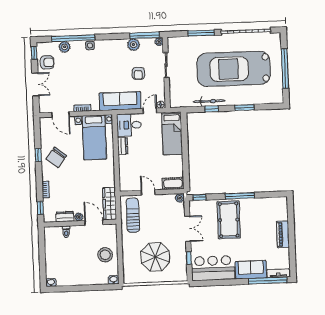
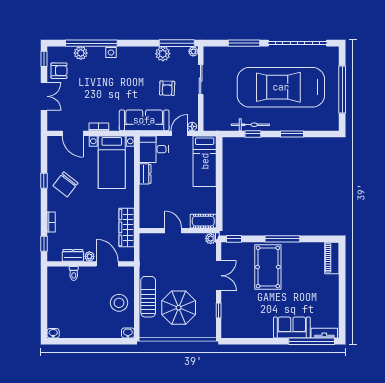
wardrobe: (110, 204) -> (127, 227), moved
sun lounger: (133, 215) -> (148, 297), moved
piano: (283, 234) -> (332, 258), moved
bar counter: (213, 268) -> (247, 324), removed

